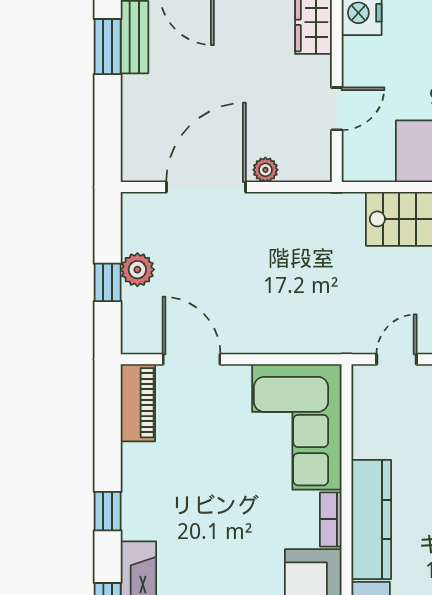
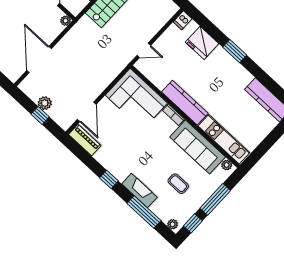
plant: (265, 170) -> (65, 21), moved
door: (192, 359) -> (87, 112), swing flipped
door: (397, 359) -> (144, 50), swing flipped

